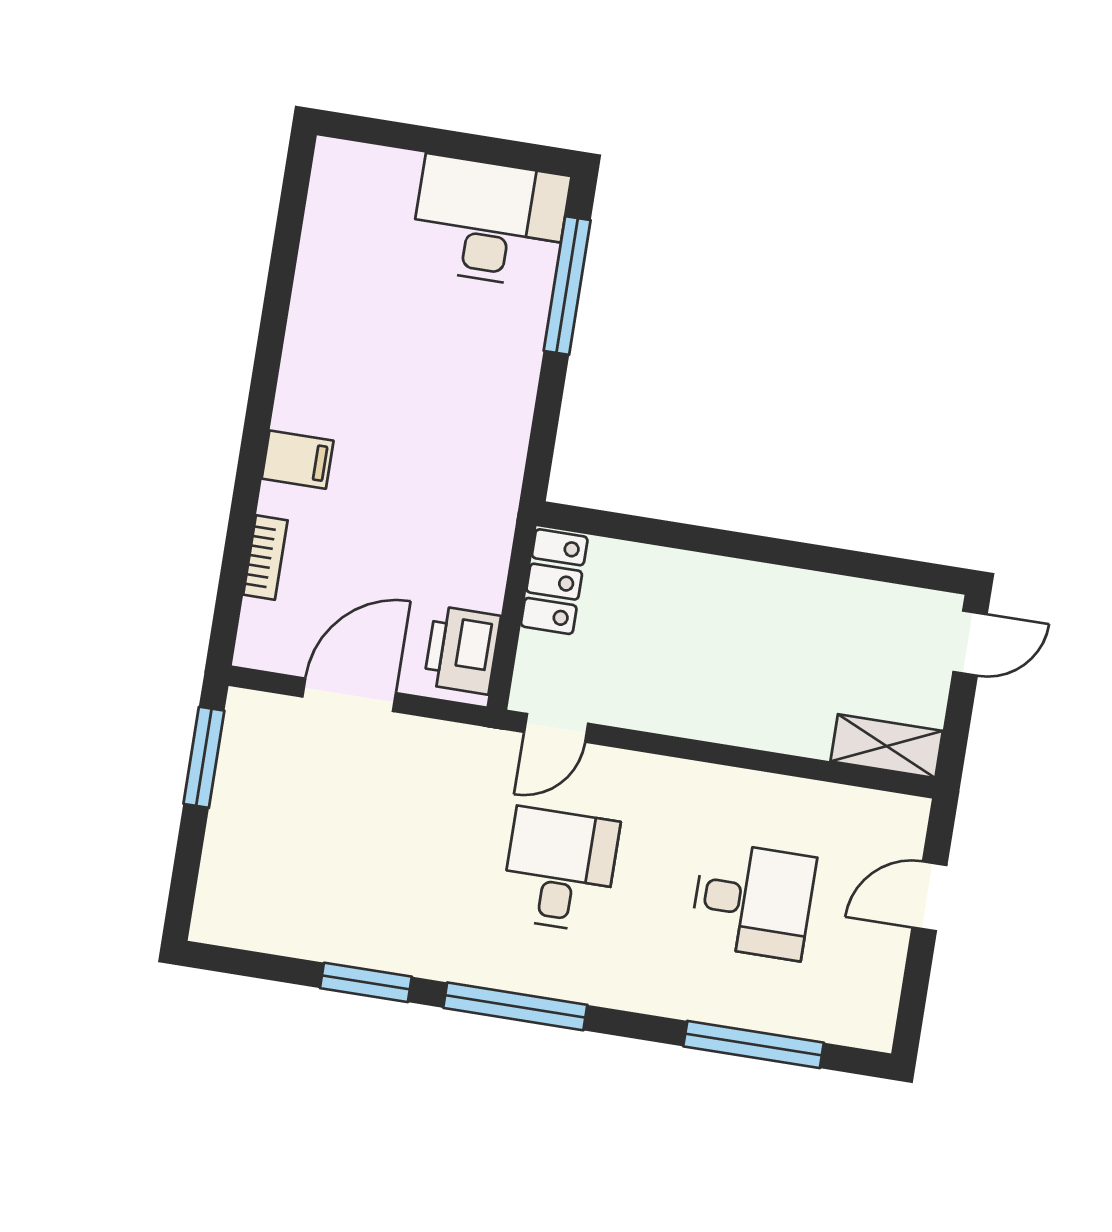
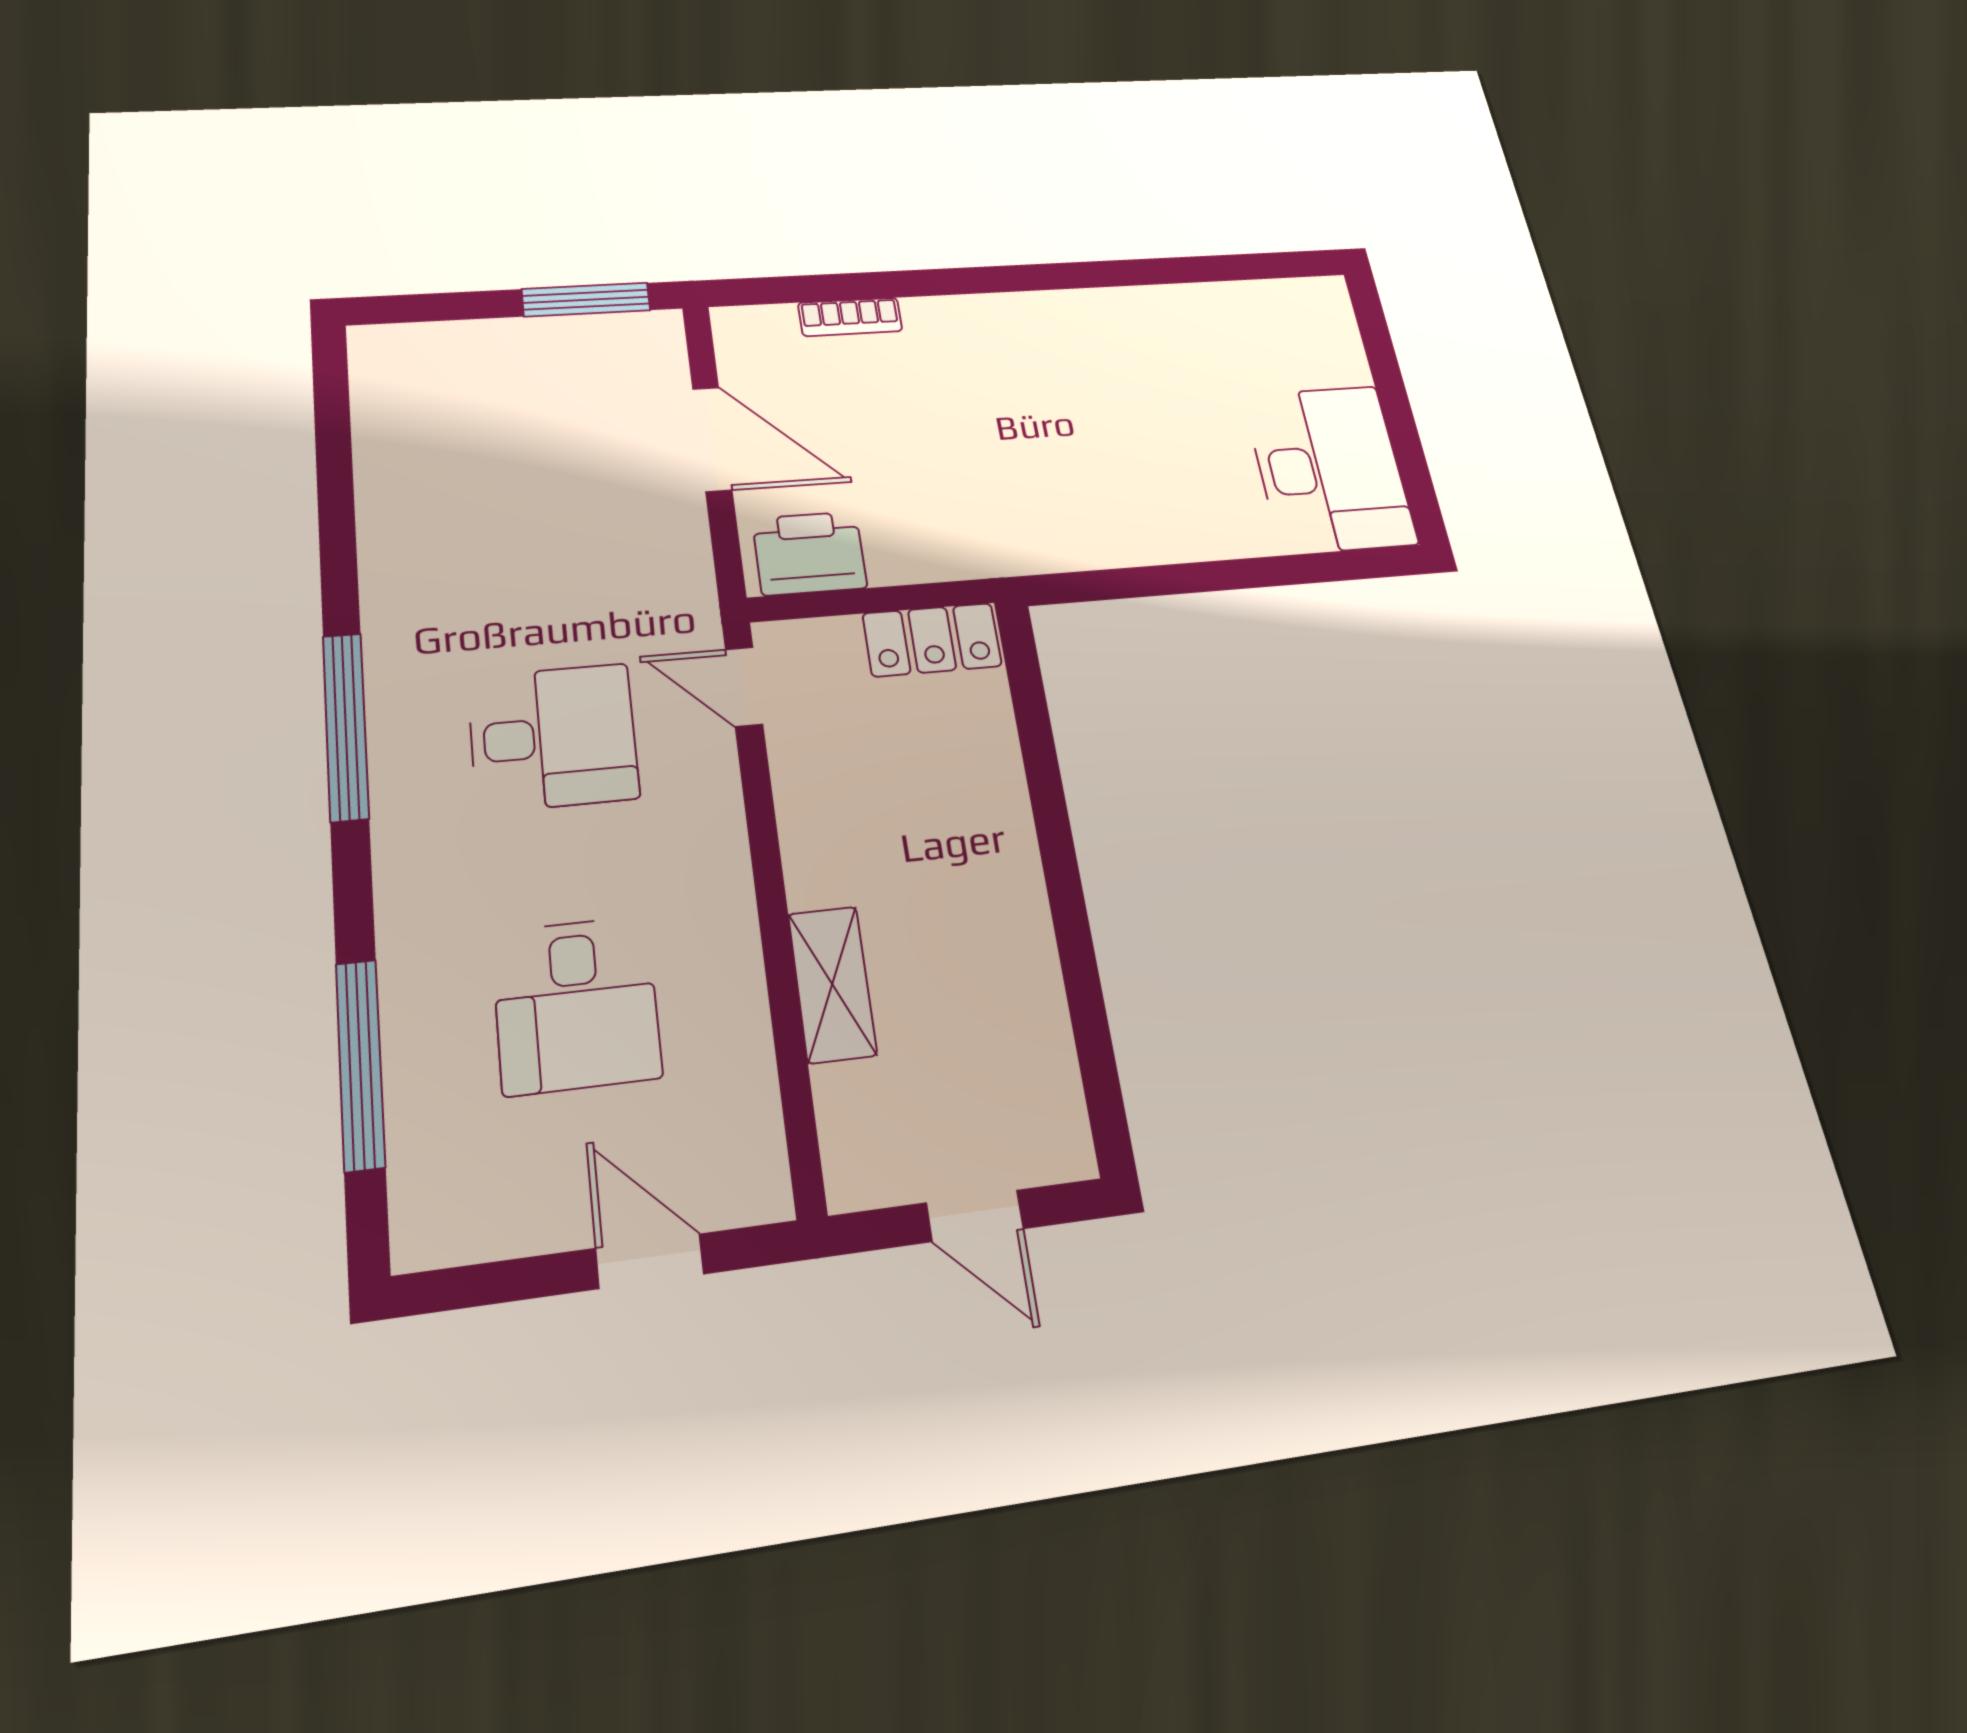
window: (567, 286) -> (1294, 570), removed
filing cabinet: (298, 460) -> (977, 327), removed
door: (970, 643) -> (975, 1216), moved
shelving: (887, 746) -> (832, 984), moved
window: (366, 982) -> (337, 536), removed

